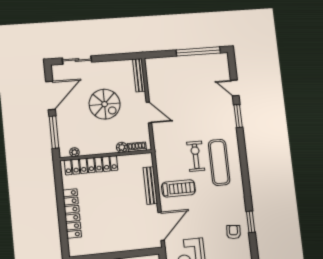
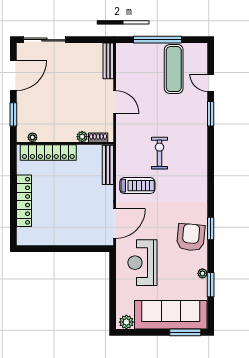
window: (198, 51) -> (158, 40), moved
sliding door: (77, 60) -> (44, 40), width x1.37
spiral stairs: (105, 104) -> (69, 89), removed
window: (54, 132) -> (13, 114), width x0.69
exercise mat: (219, 162) -> (174, 69), moved
bench: (150, 186) -> (108, 165), moved
armchair: (233, 232) -> (191, 237), width x1.88, depth x1.88

